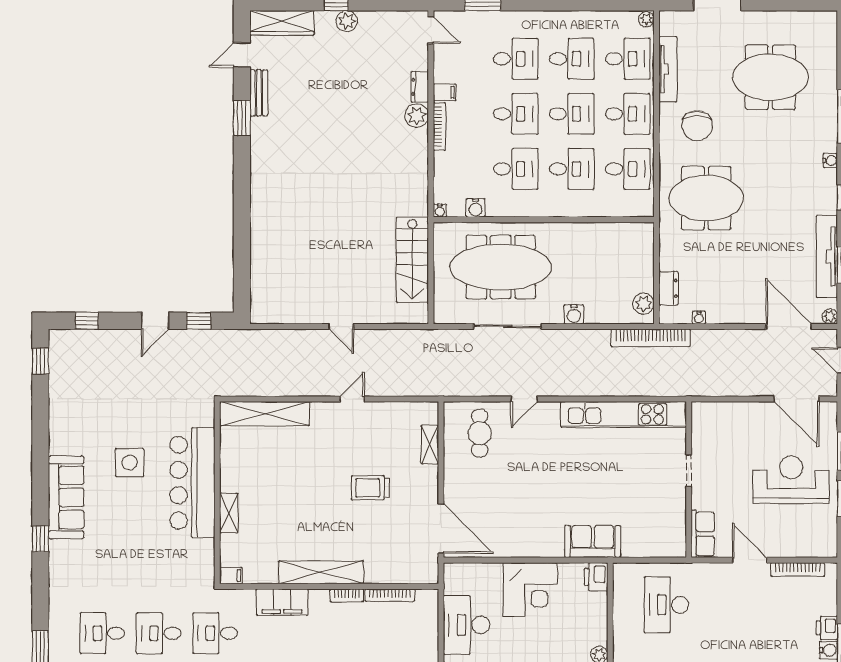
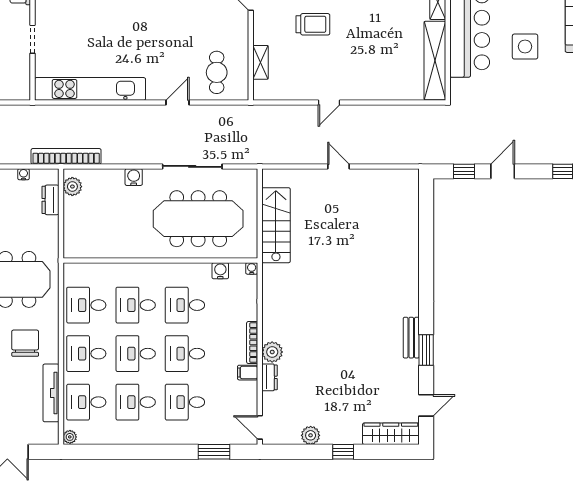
plant: (347, 21) -> (311, 435), moved
bench: (259, 93) -> (411, 338), moved
shelving: (264, 414) -> (435, 61), moved, turned 90

